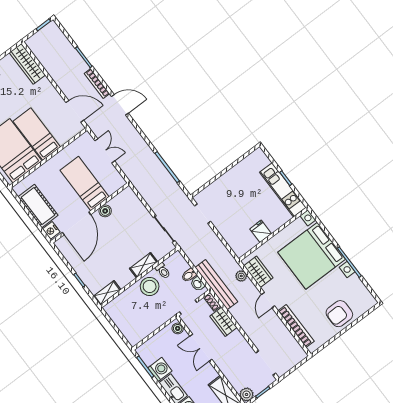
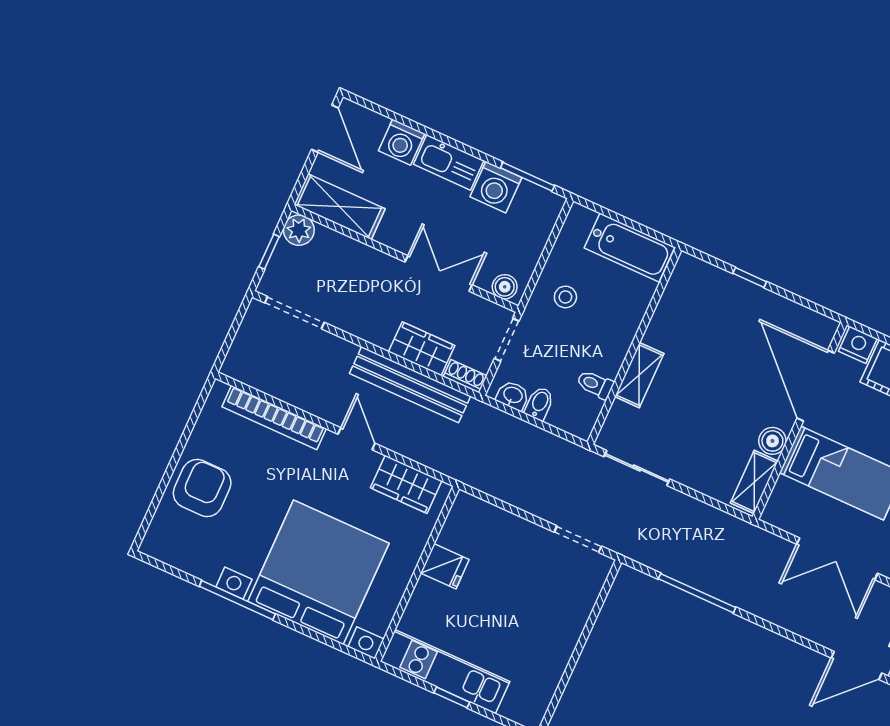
double door: (105, 151) -> (837, 559), width x1.37
plant: (241, 276) -> (435, 458), removed
bench: (216, 285) -> (410, 385), moved
stool: (150, 286) -> (565, 297), moved, width x0.53, depth x0.53
shelving: (107, 293) -> (754, 482), moved
bathtub: (120, 317) -> (629, 248), added

